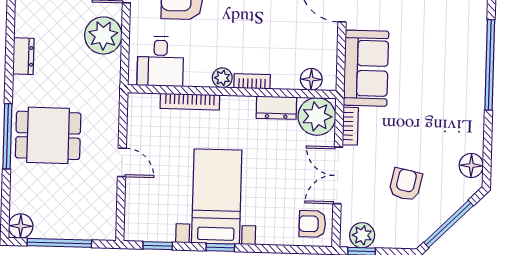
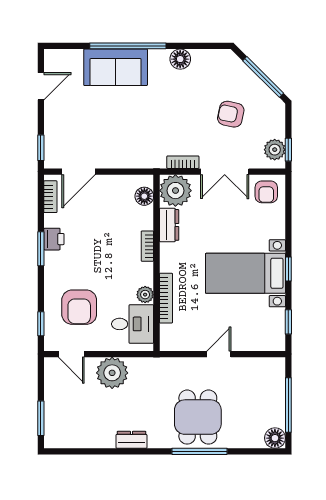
sofa: (366, 68) -> (116, 67), moved, turned 180
plant: (222, 78) -> (145, 295), moved
floor lamp: (471, 165) -> (180, 59), moved

